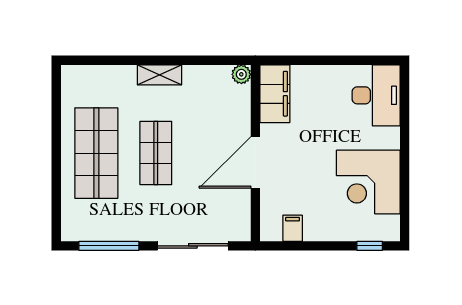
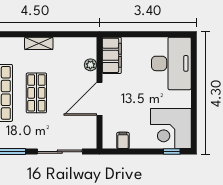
plant: (241, 74) -> (90, 65), moved
desk: (376, 95) -> (171, 63), width x1.36, depth x1.30
corner desk: (368, 182) -> (171, 129), moved

